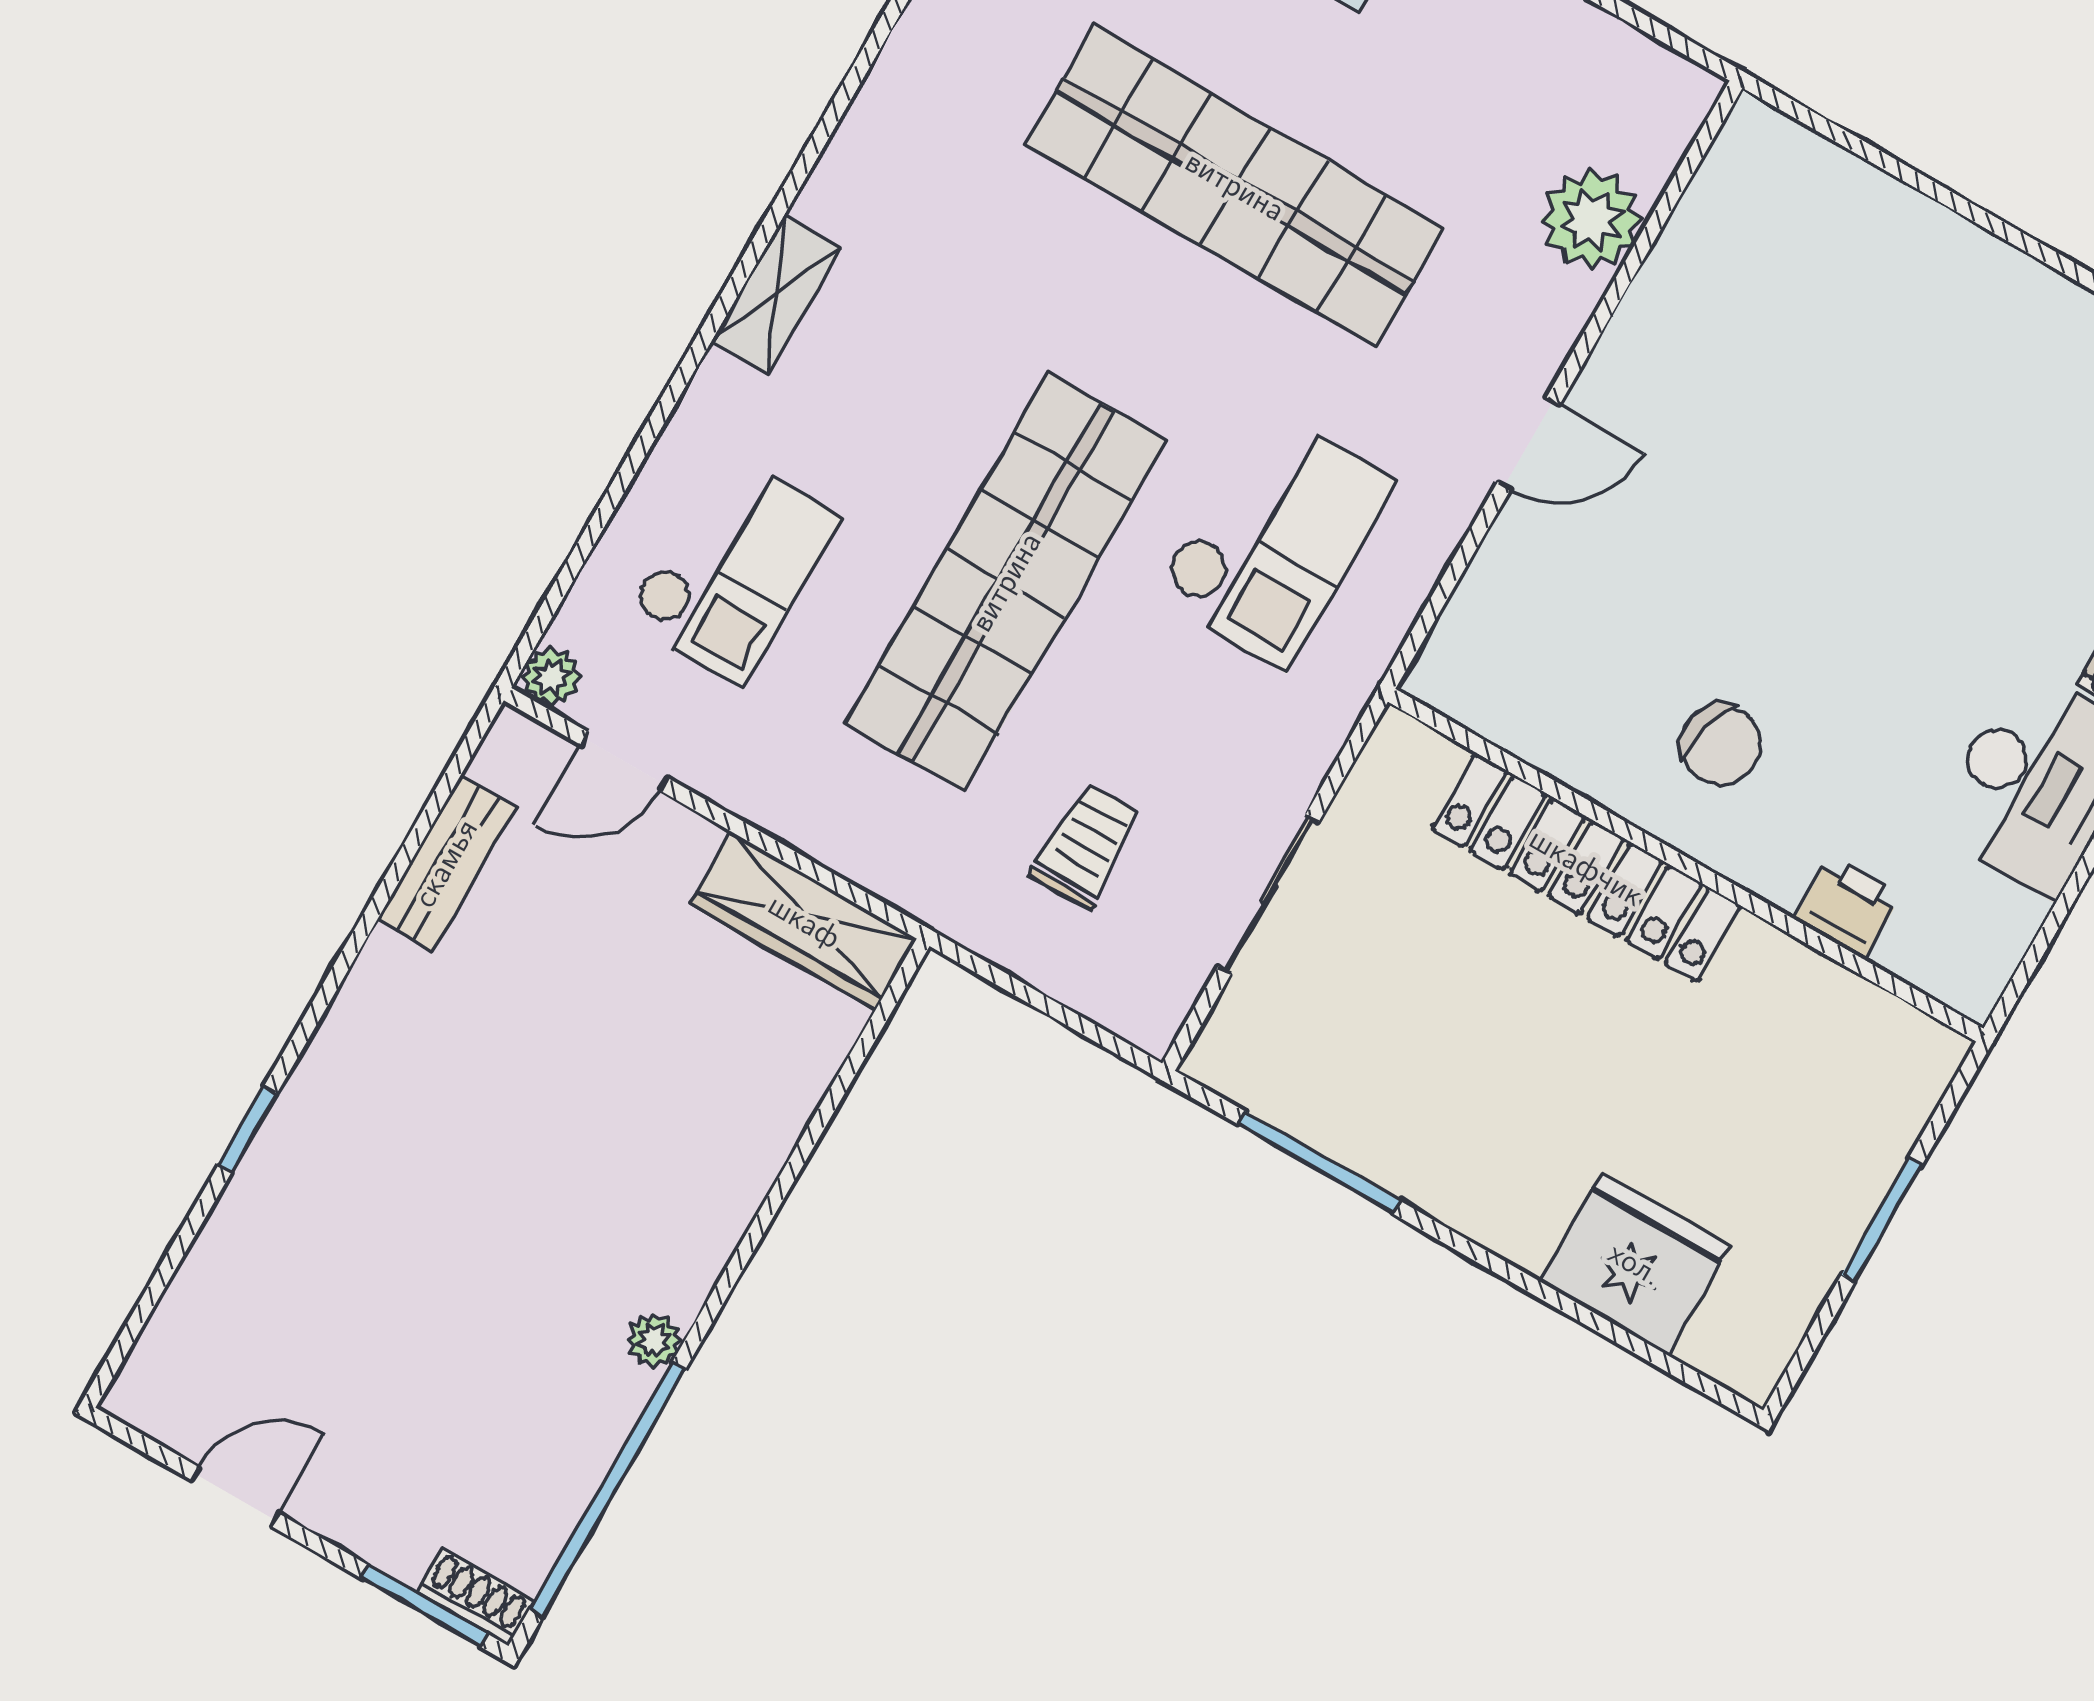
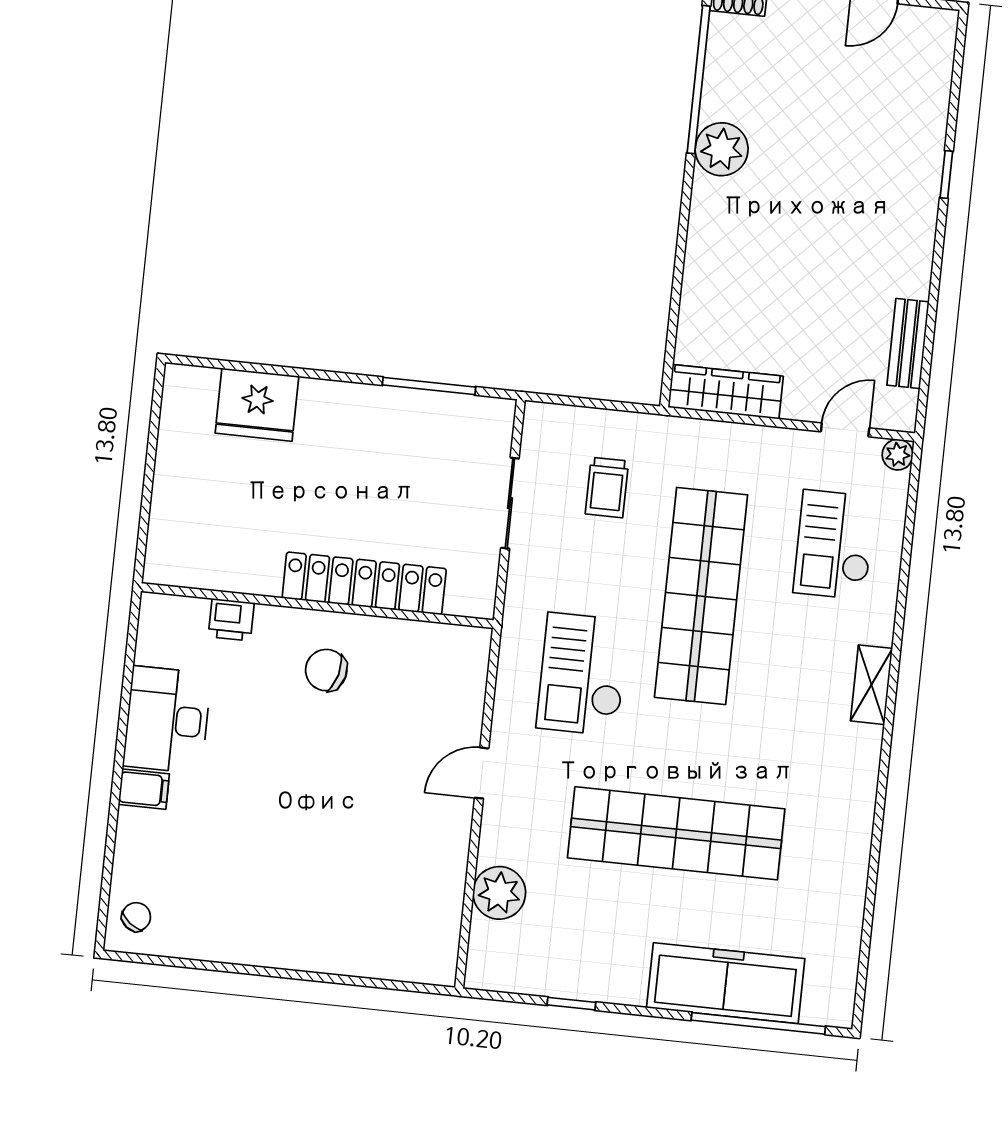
window: (1882, 1220) -> (149, 478), removed
plant: (654, 1340) -> (722, 149), width x1.88, depth x1.88

